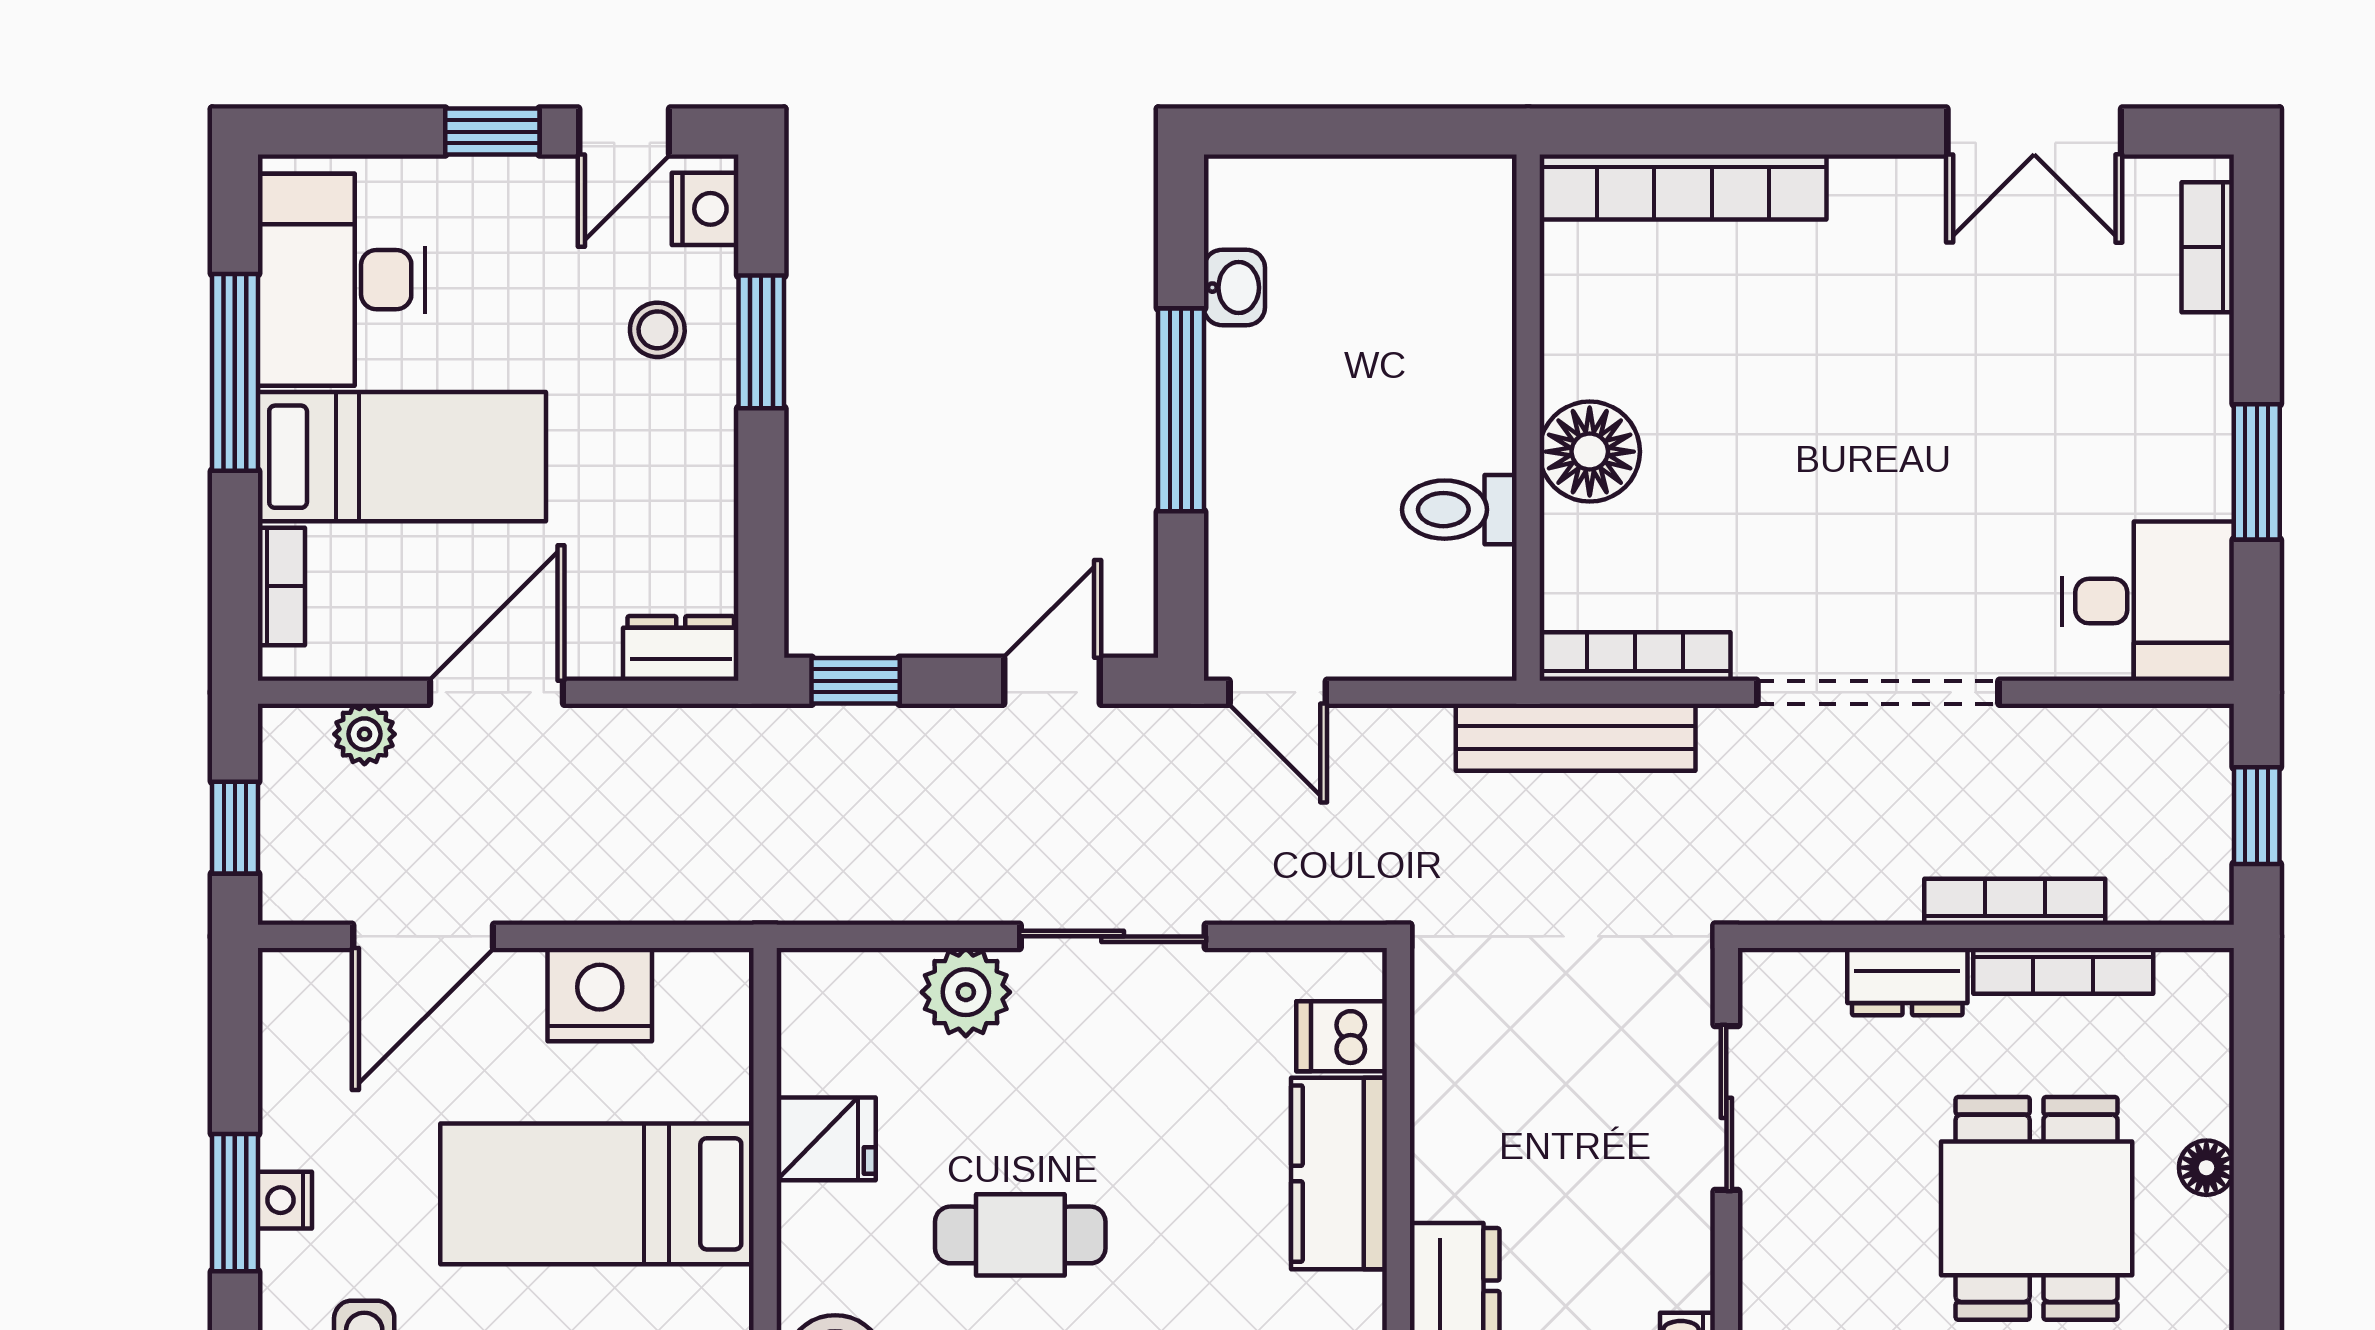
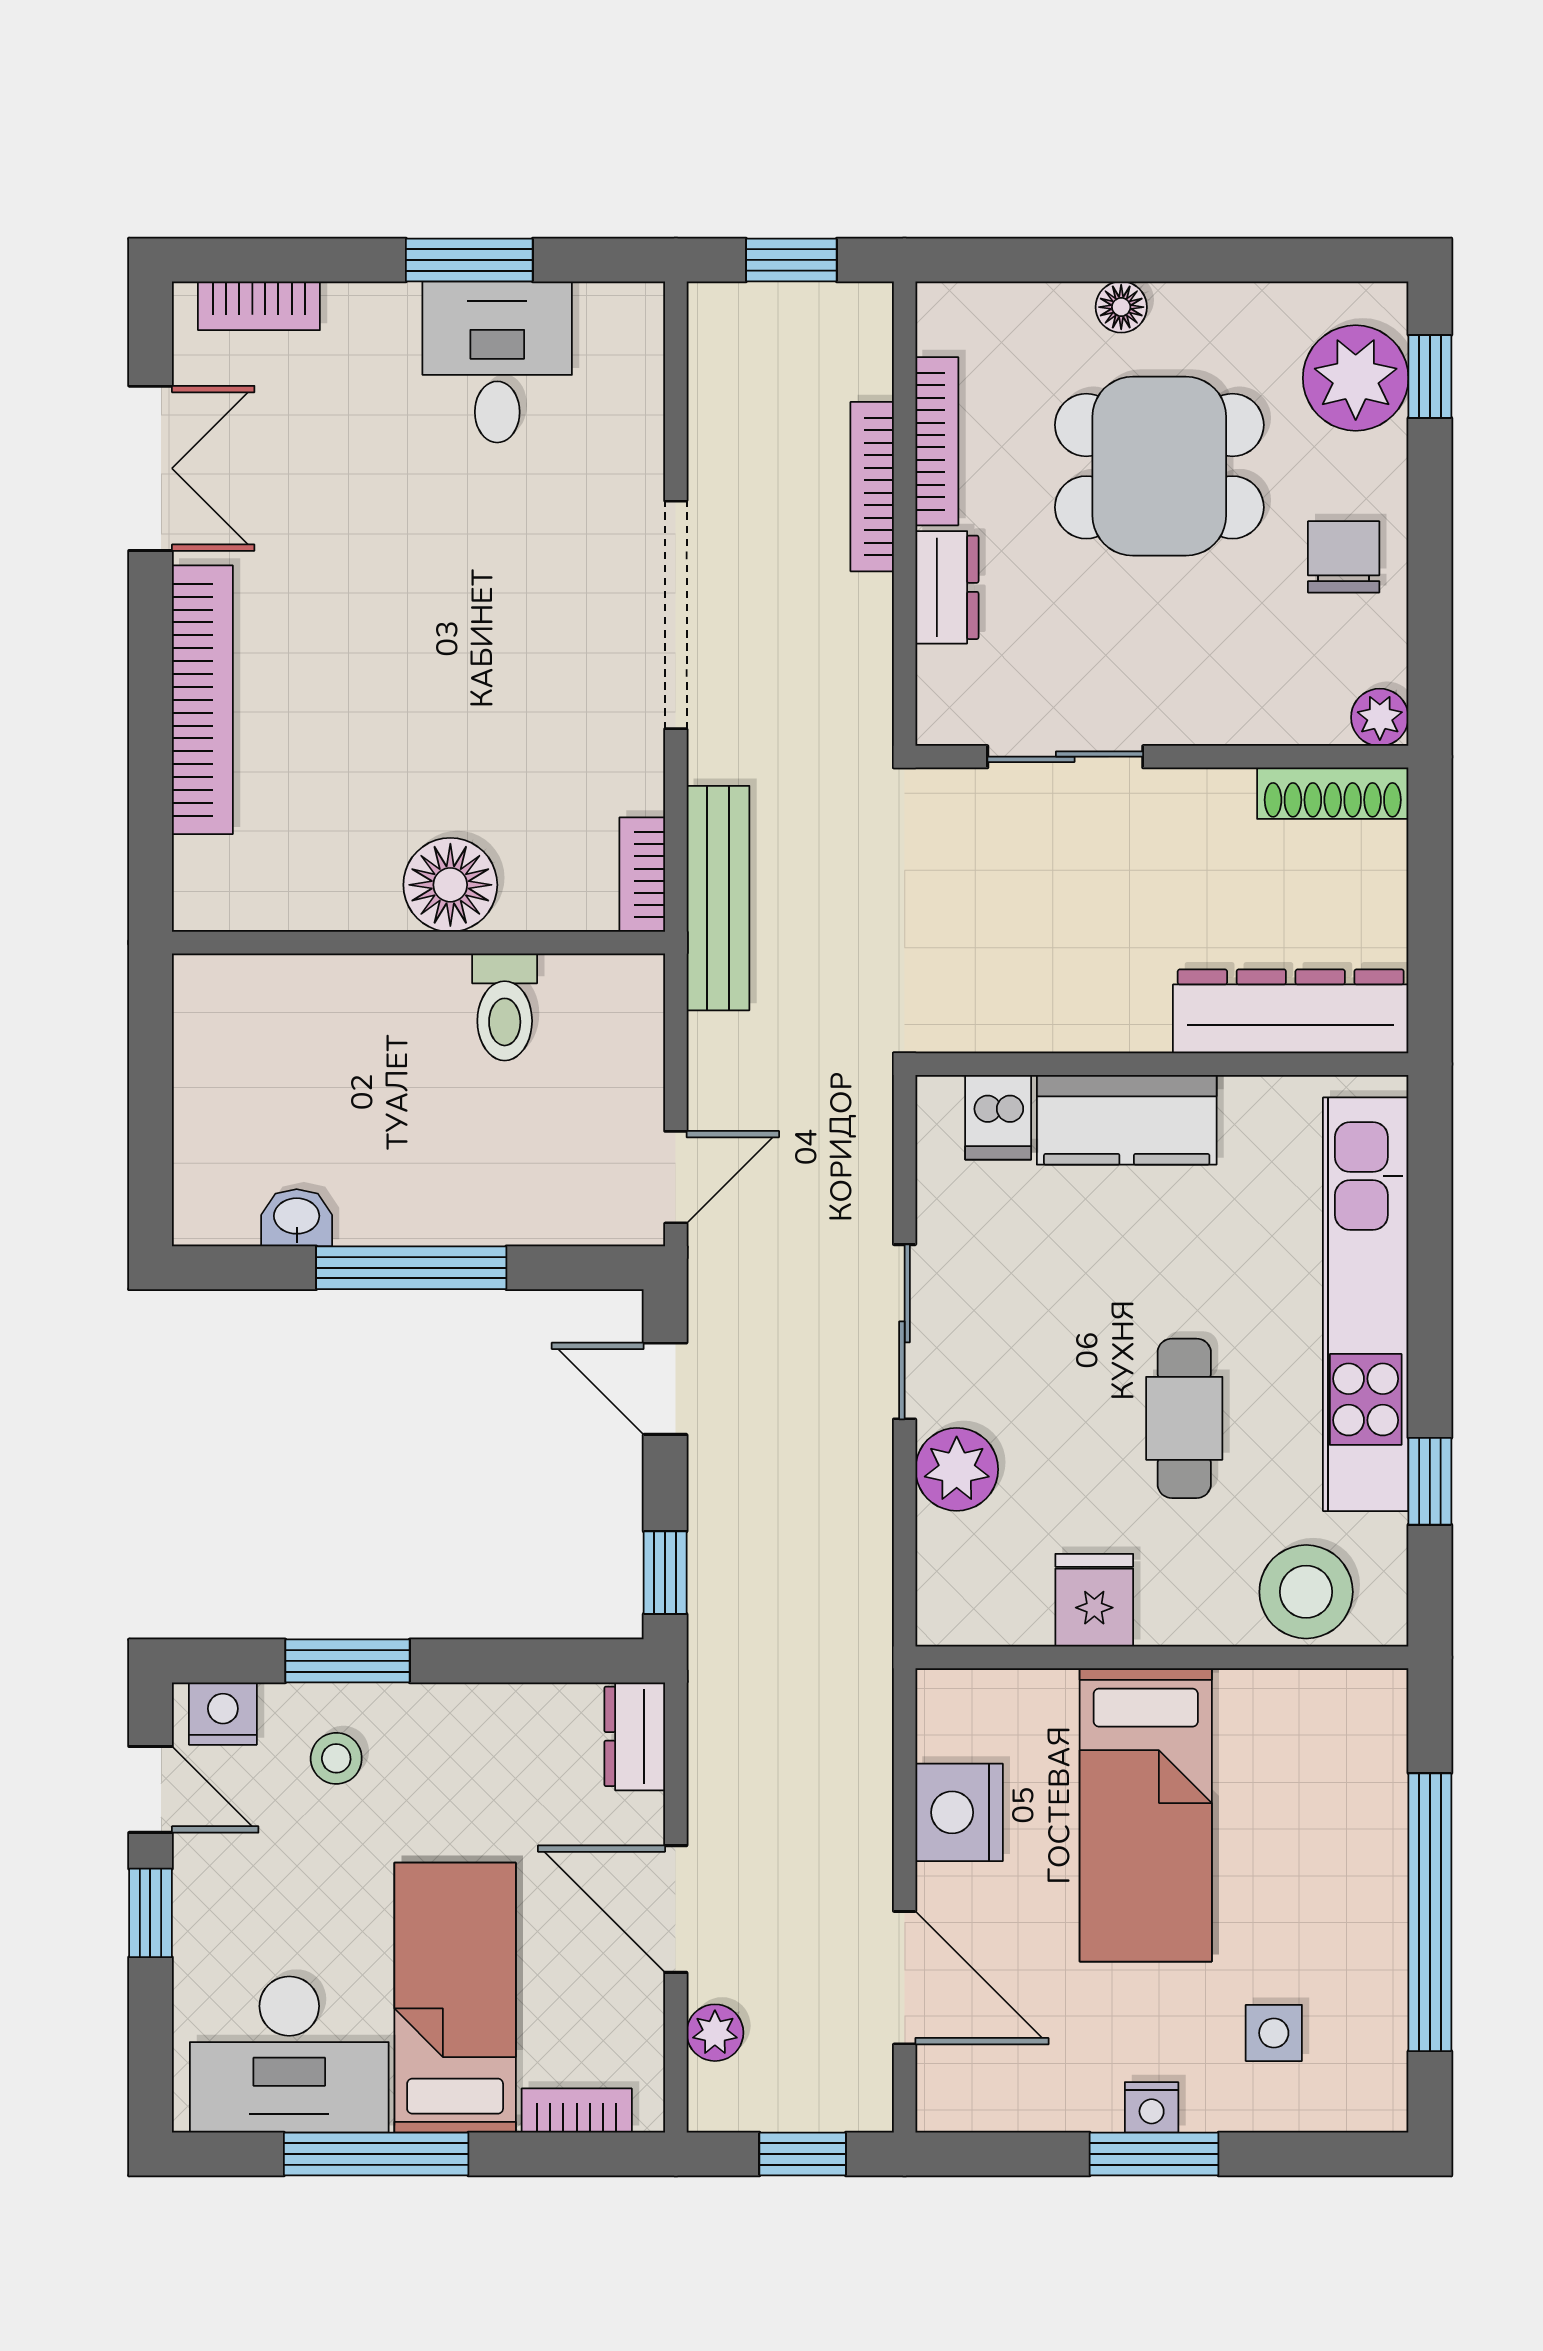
bookcase: (1683, 187) -> (202, 700), moved
desk: (2148, 601) -> (497, 362), moved
bookcase: (1635, 656) -> (642, 875), width x0.64

